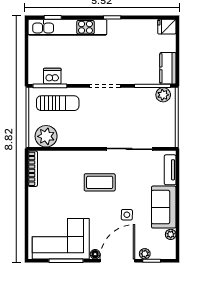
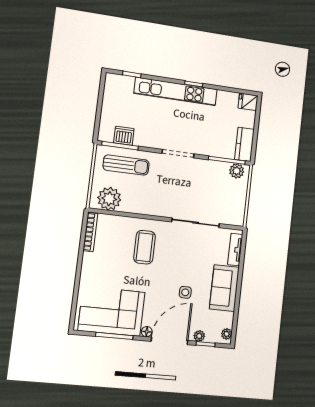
kitchen unit: (67, 27) -> (176, 91), moved
coffee table: (100, 182) -> (145, 247), moved, turned 90
plant: (171, 234) -> (227, 334), moved

